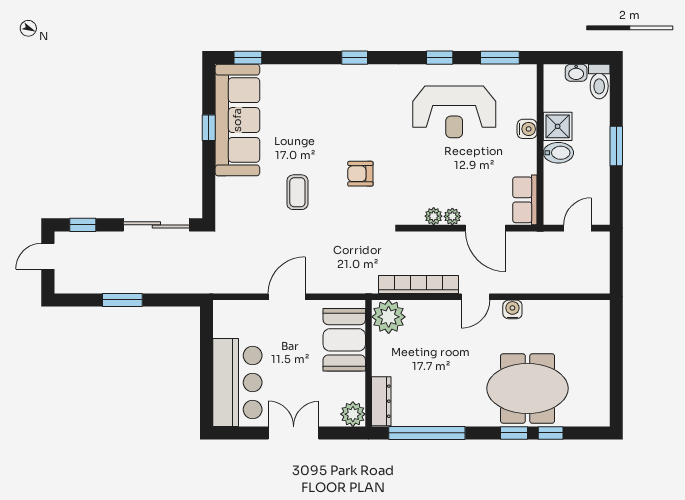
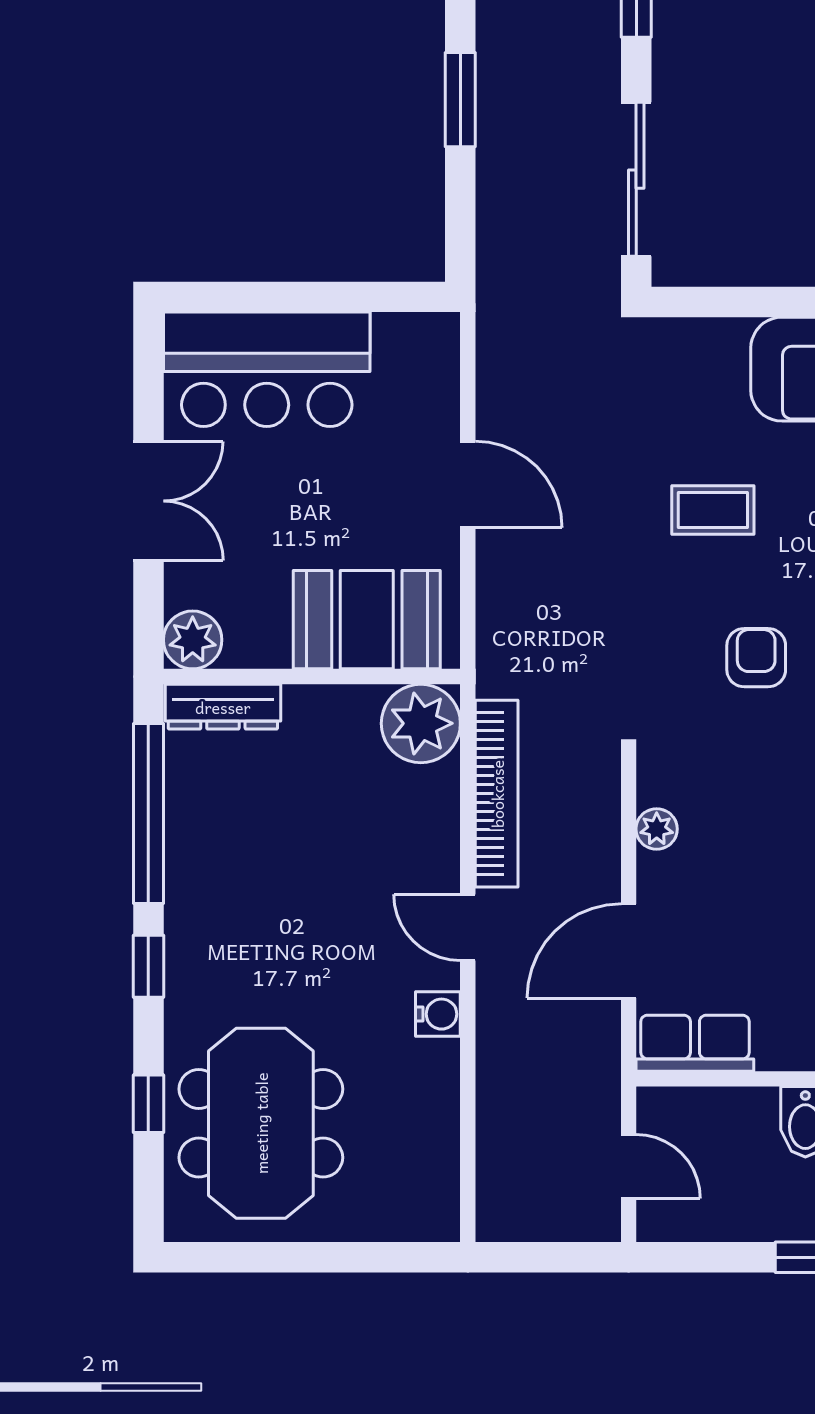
plant: (452, 216) -> (656, 873), removed
meeting table: (528, 388) -> (261, 1123), moved
window: (514, 433) -> (148, 966), moved

